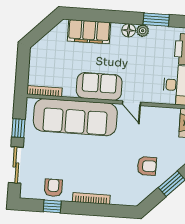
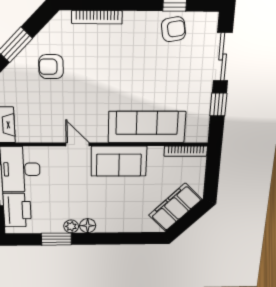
filing cabinet: (89, 32) -> (175, 207), moved, turned -45
sofa: (75, 117) -> (147, 127), width x0.74, depth x0.79
armchair: (53, 188) -> (173, 29), turned -100
bookcase: (91, 198) -> (97, 17), moved

